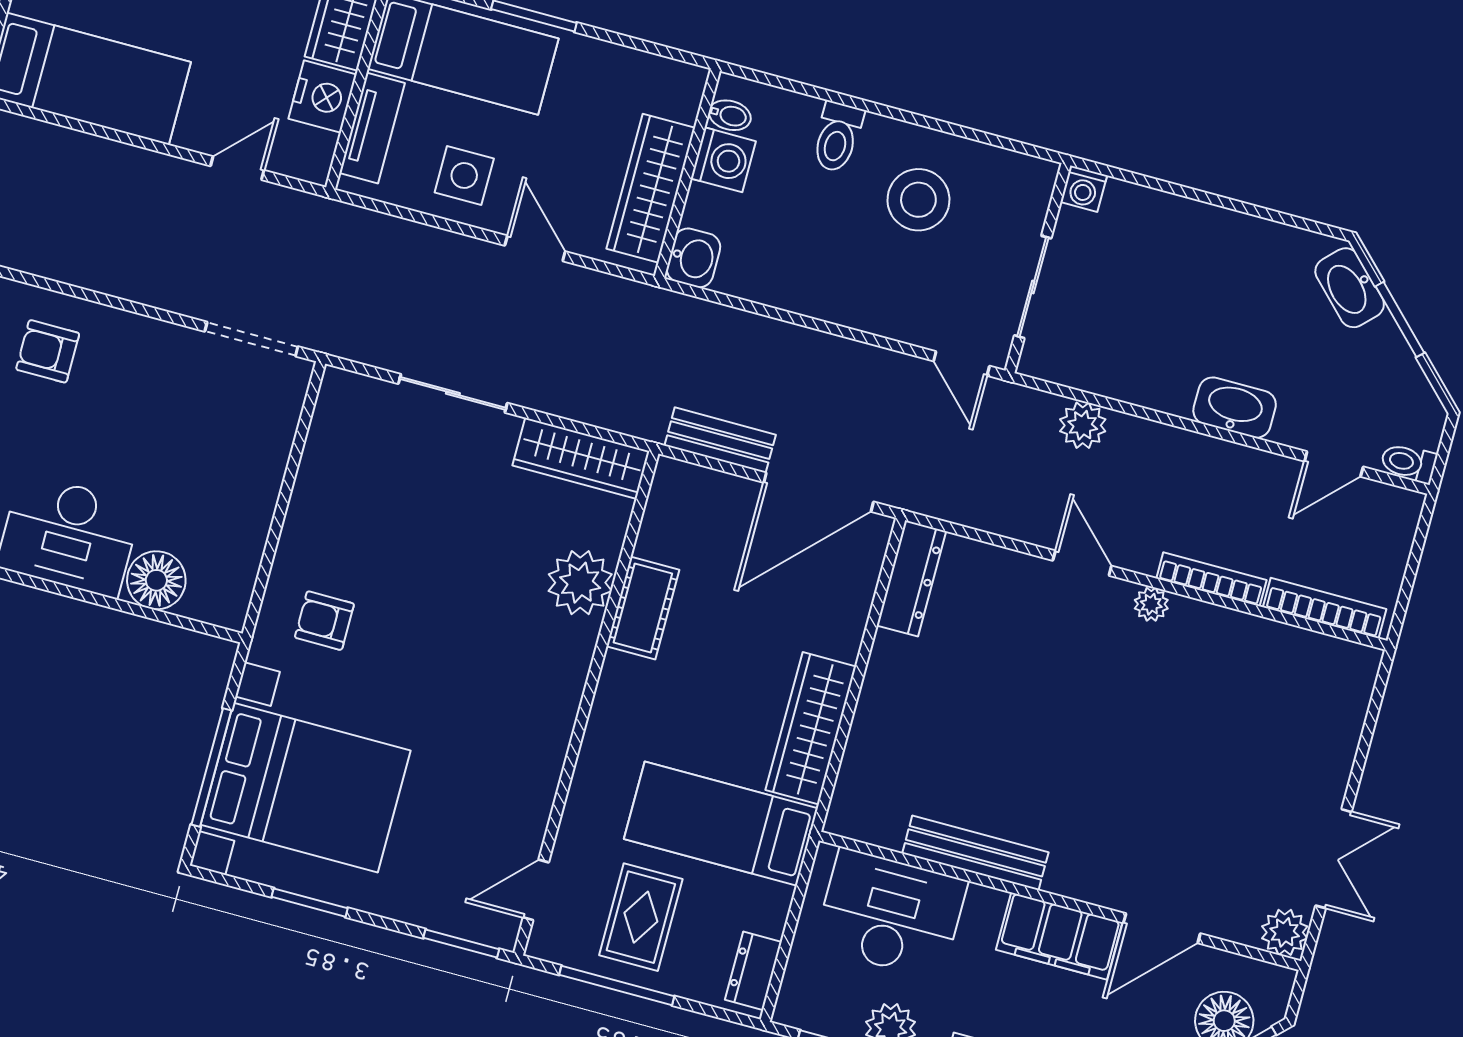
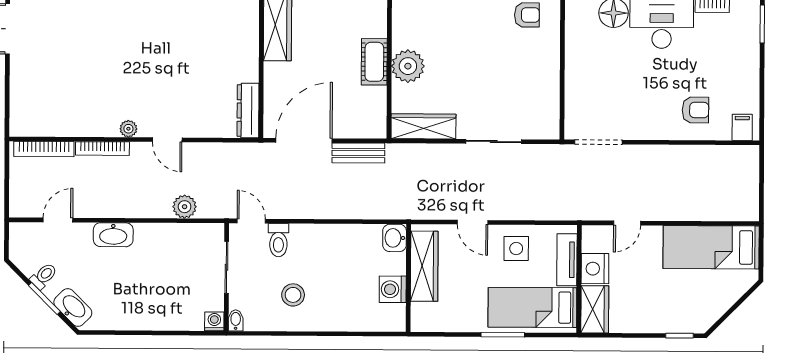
bidet: (730, 115) -> (236, 320), moved, turned 90
toilet: (837, 137) -> (278, 240), moved, turned 180
stool: (918, 200) -> (293, 295), width x0.73, depth x0.73
toilet: (1409, 463) -> (44, 276), moved, turned -45

